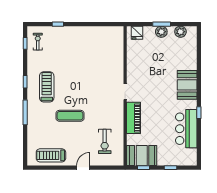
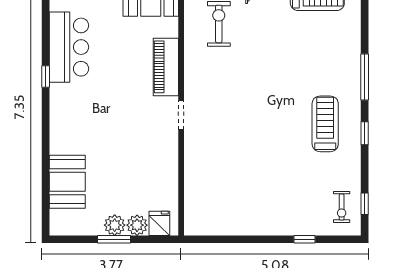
plant: (180, 32) -> (137, 225), moved
booth: (187, 85) -> (67, 182), moved
treadmill: (47, 87) -> (325, 124), turned 180
exercise mat: (70, 116) -> (282, 71), removed

